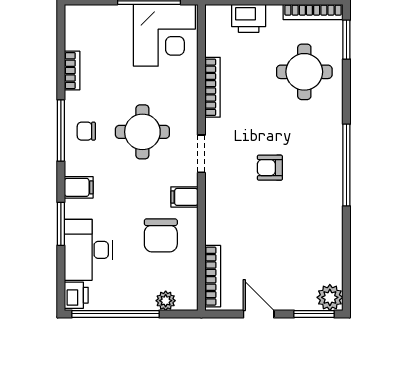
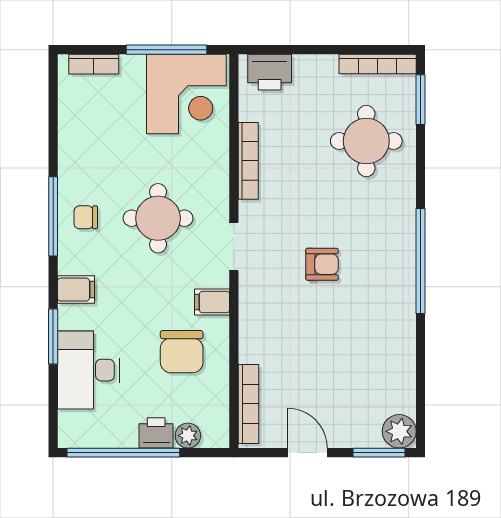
printer: (249, 18) -> (270, 72), moved
bookcase: (72, 71) -> (94, 64), moved, turned 90
armchair: (270, 168) -> (322, 264), turned 180
printer: (76, 295) -> (156, 433), moved, turned -90

